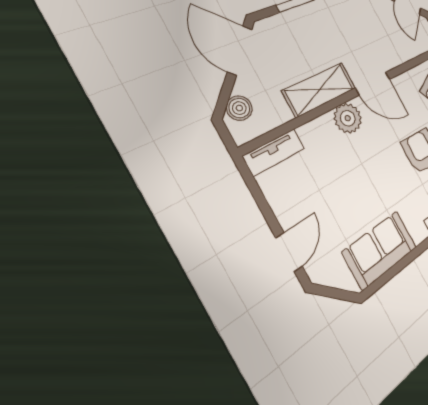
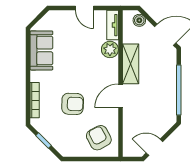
plant: (348, 118) -> (110, 49), moved
door: (289, 252) -> (85, 8), moved

